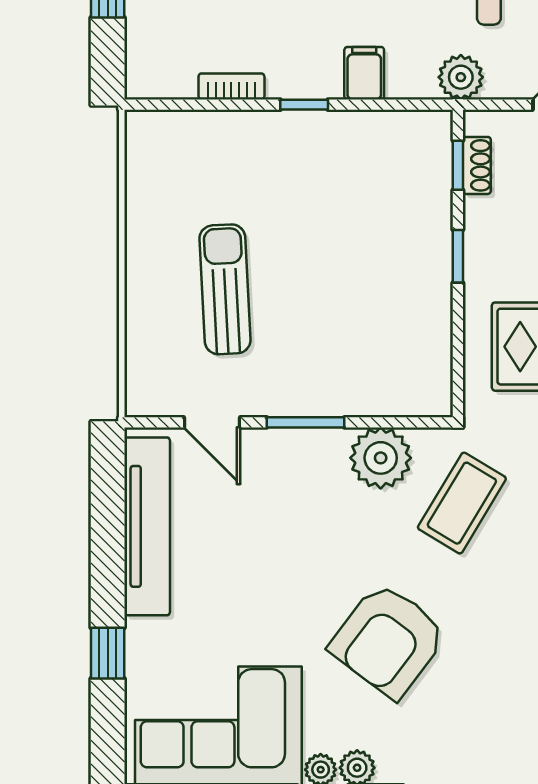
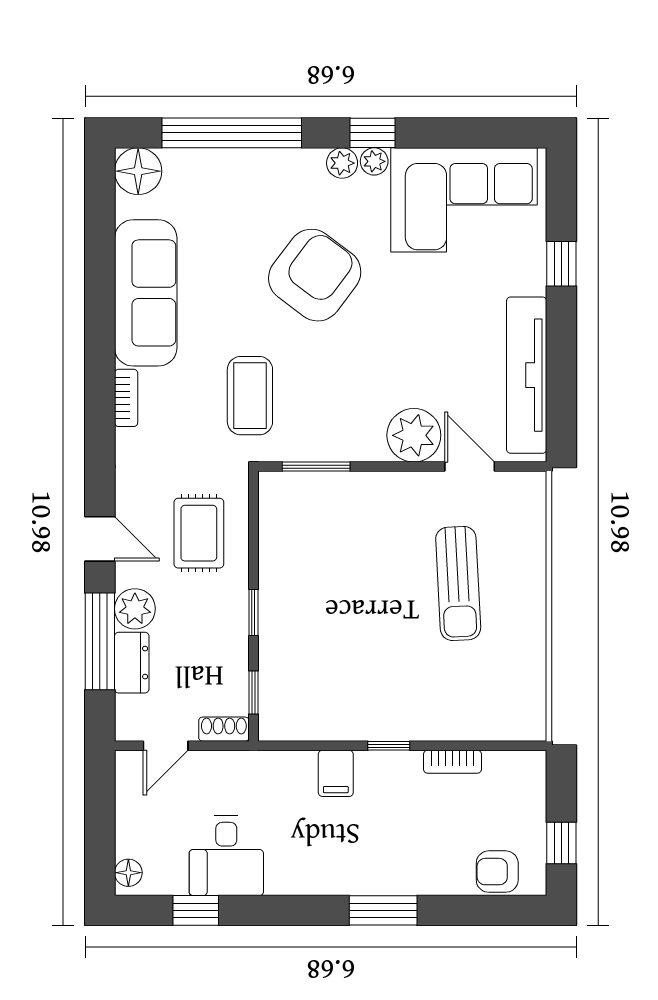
plant: (461, 77) -> (251, 770), removed
shoe rack: (477, 165) -> (224, 729), moved, turned 90
window: (305, 422) -> (316, 467), moved
plant: (381, 458) -> (414, 435), moved
coffee table: (462, 503) -> (250, 396), turned -31

